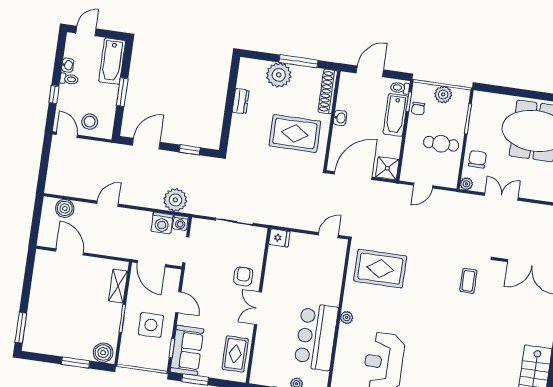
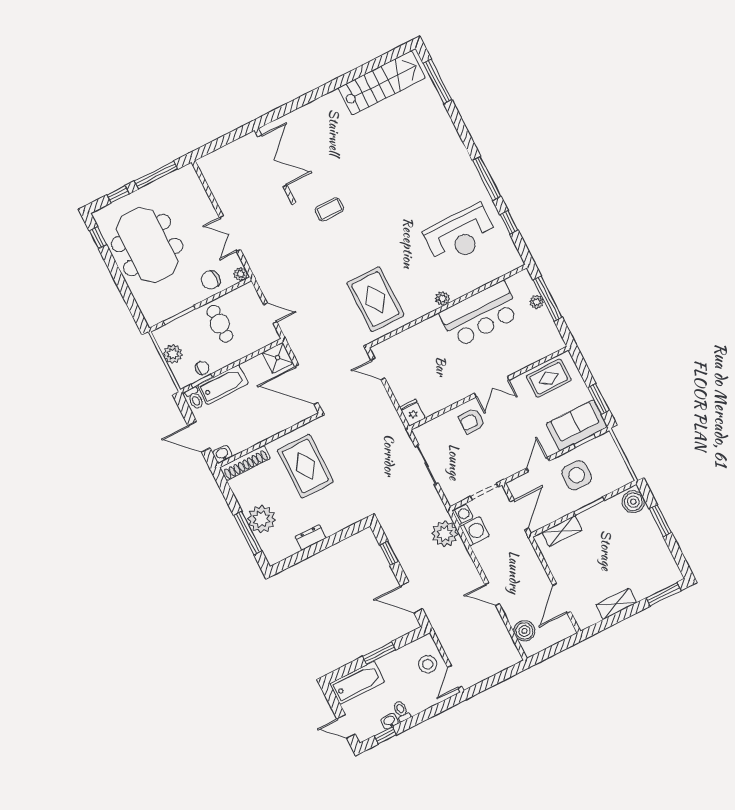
window: (298, 61) -> (248, 533), moved
window: (54, 94) -> (385, 735), moved
washbasin: (340, 118) -> (222, 454), moved
shelving: (38, 289) -> (616, 604), added

